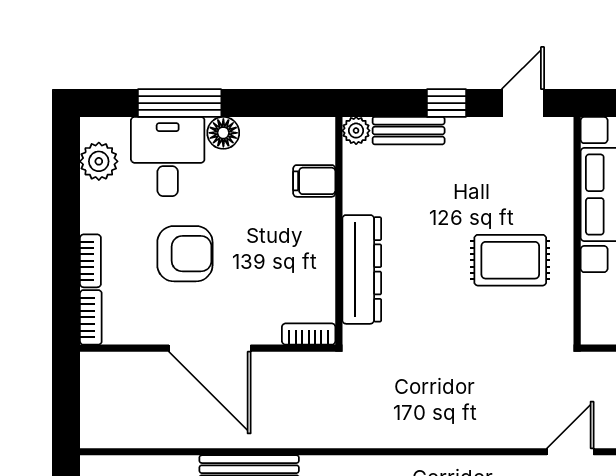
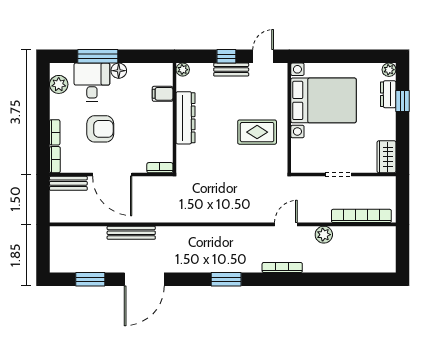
bench: (409, 131) -> (231, 70), moved
dresser: (362, 269) -> (185, 118), moved
bench: (119, 366) -> (68, 183), added

